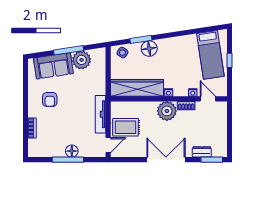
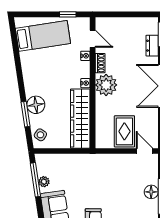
window: (69, 50) -> (35, 180), moved
plant: (82, 60) -> (44, 182), width x0.53, depth x0.53
window: (229, 60) -> (68, 14), moved
door: (208, 99) -> (93, 39), swing flipped
tv unit: (101, 114) -> (110, 159), removed

